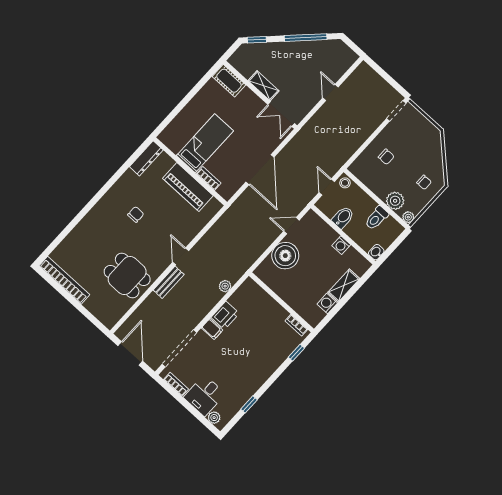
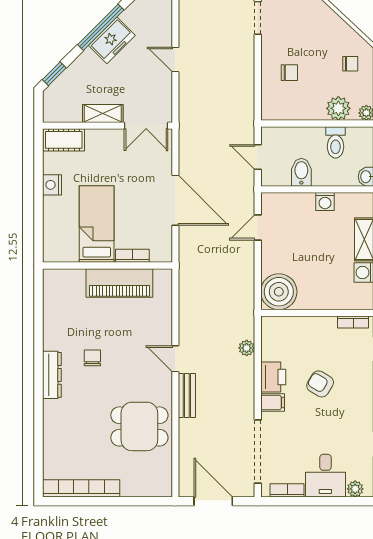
freezer: (305, 50) -> (112, 40), added
nightstand: (200, 99) -> (52, 185), added
dresser: (146, 158) -> (52, 375), moved
stool: (345, 183) -> (272, 136), removed
boiler: (285, 256) -> (279, 292), moved
armchair: (247, 343) -> (320, 384), added

